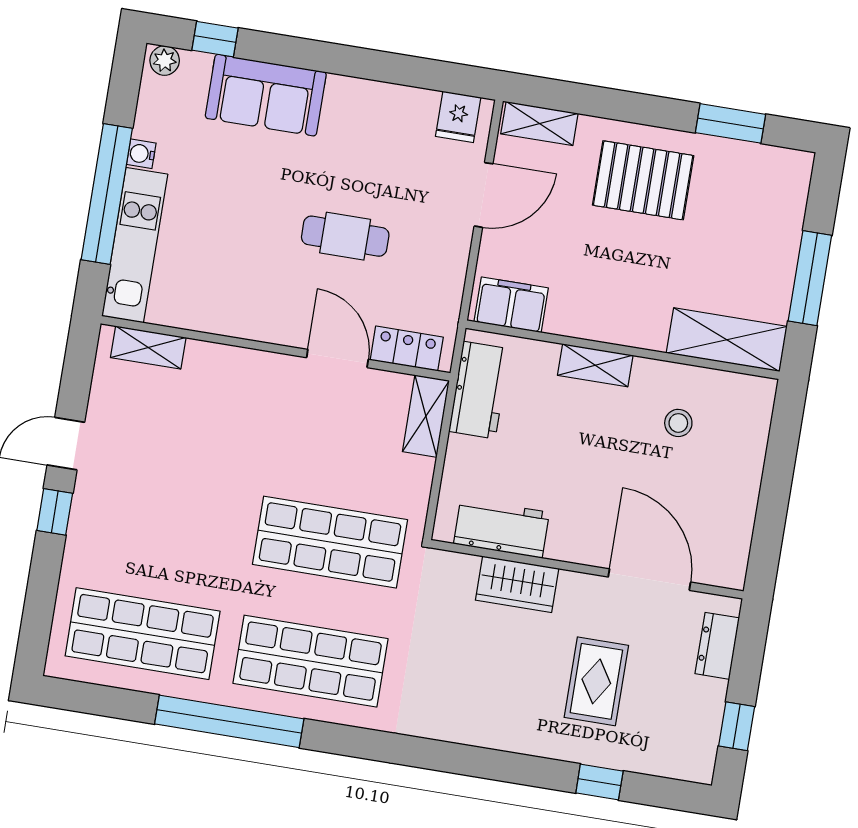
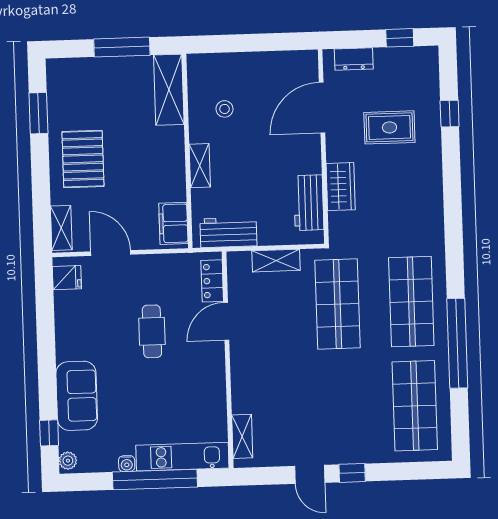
shelving: (426, 416) -> (276, 261), moved

